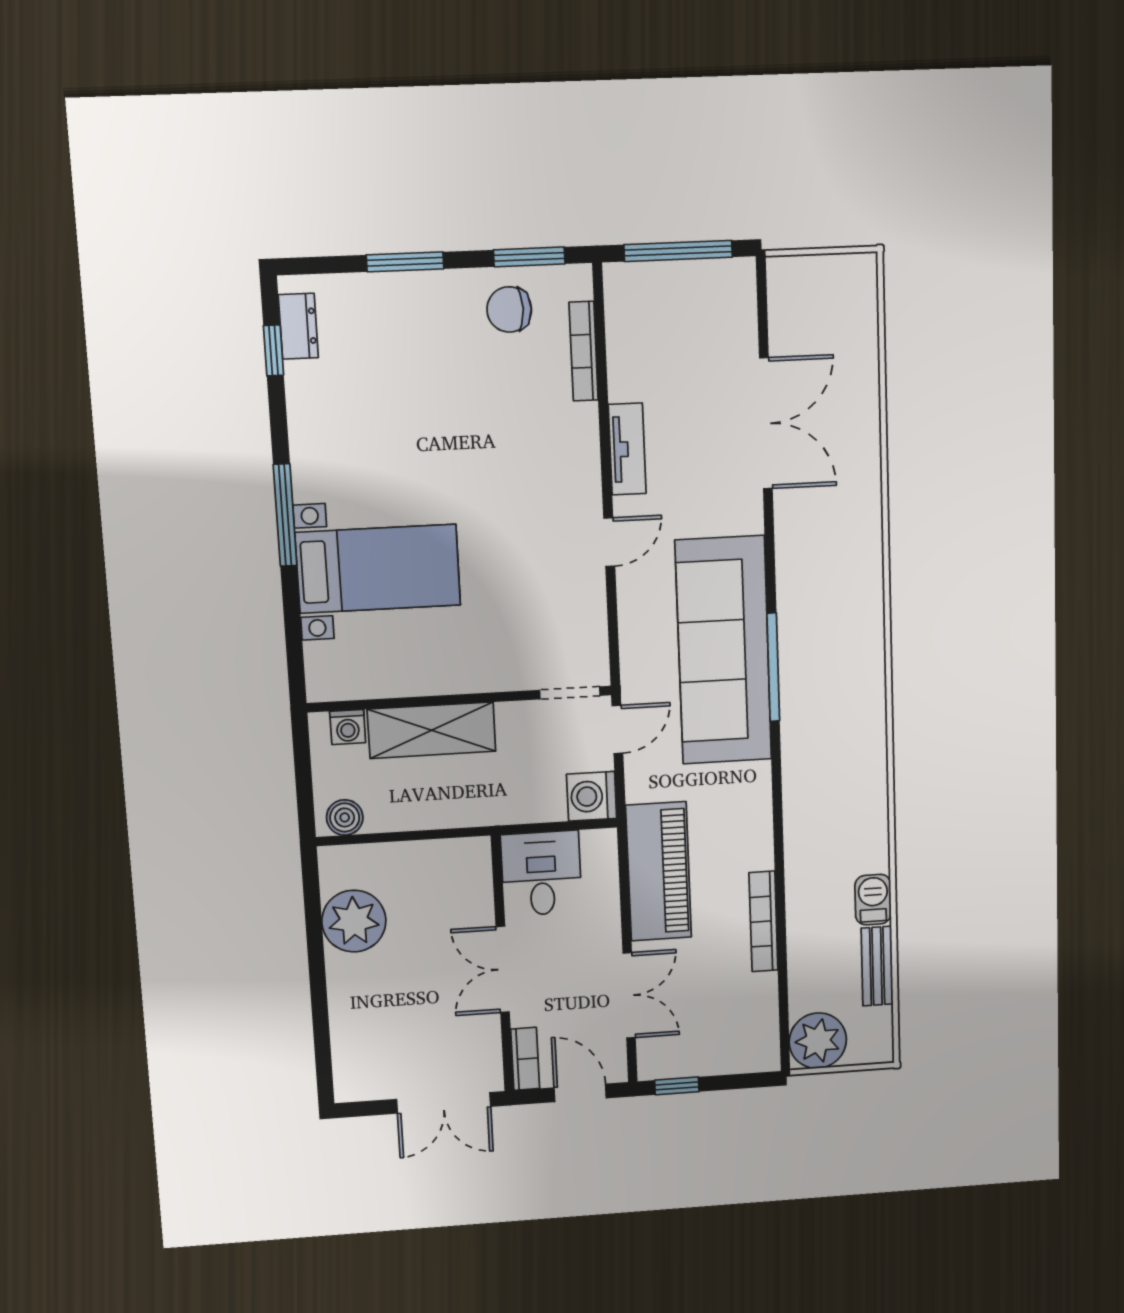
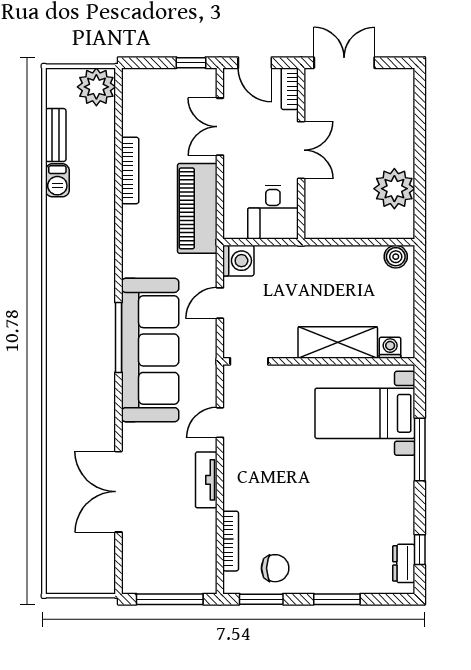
doorway: (570, 693) -> (249, 361), moved
wall: (460, 699) -> (319, 361), moved
washing machine: (348, 727) -> (390, 348), moved
shelving: (432, 730) -> (338, 342), moved

